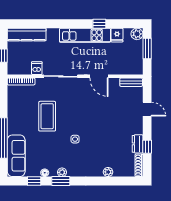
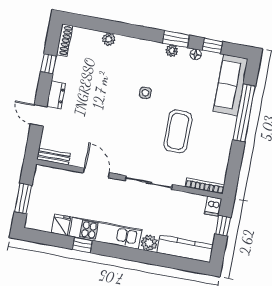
plant: (137, 34) -> (149, 243), moved
dishwasher: (37, 68) -> (213, 206), moved
dresser: (138, 144) -> (56, 95), moved

